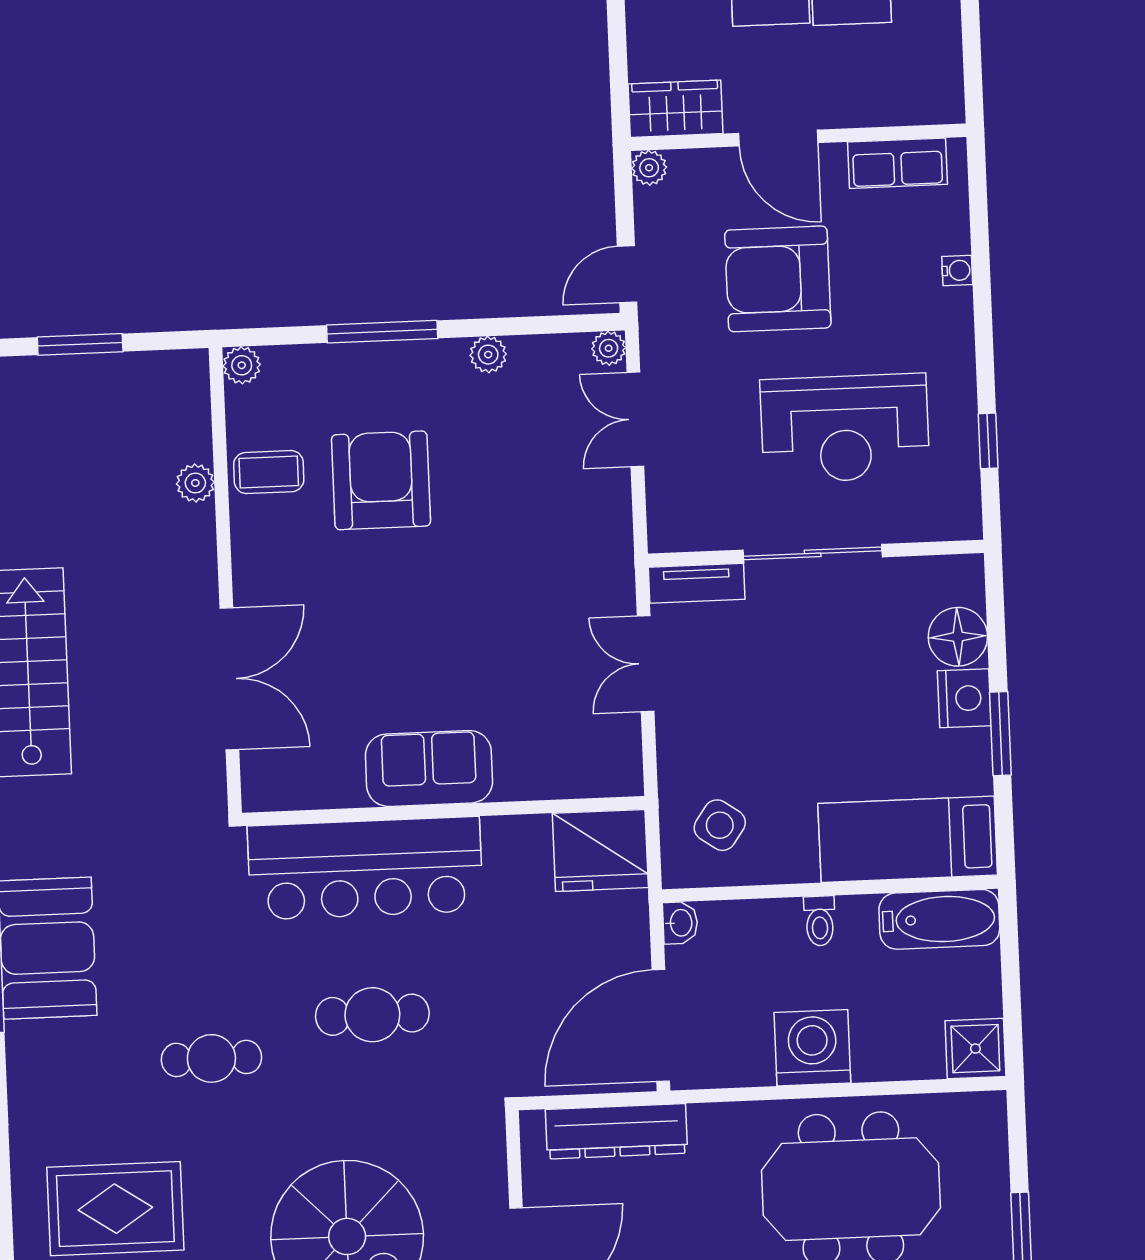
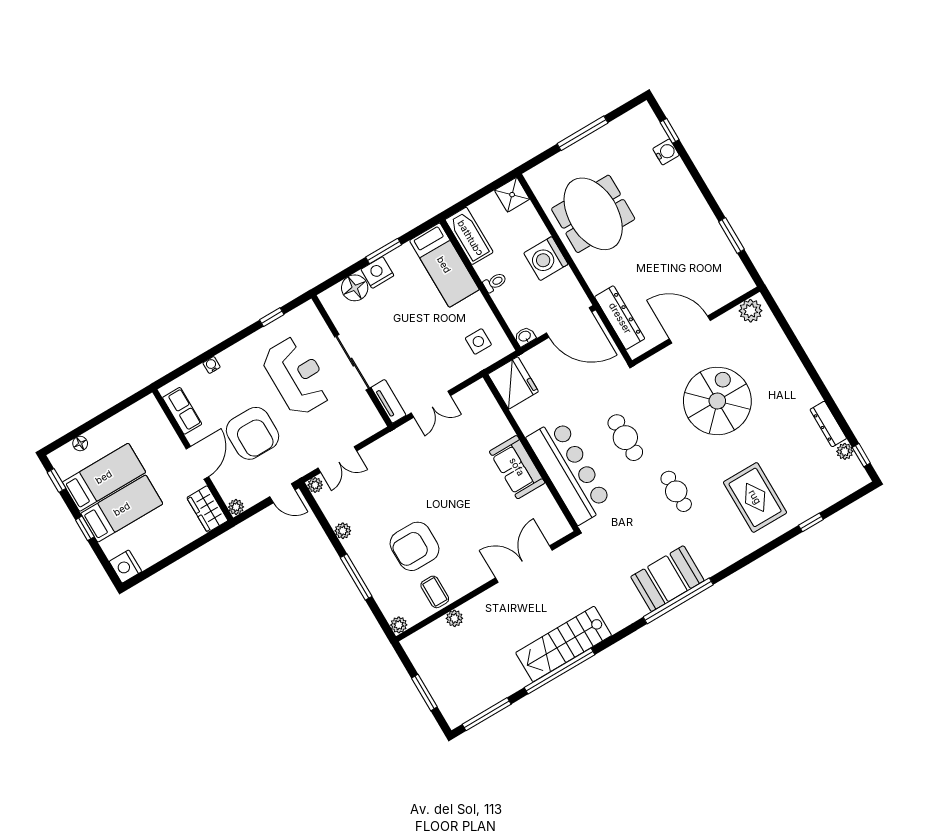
side table: (720, 825) -> (478, 341), turned -35

